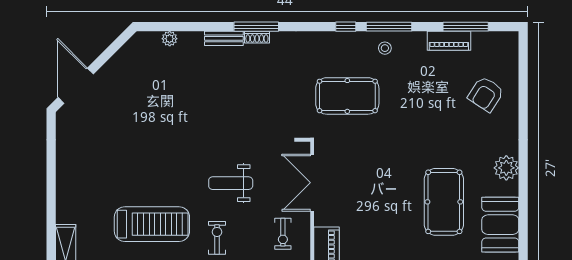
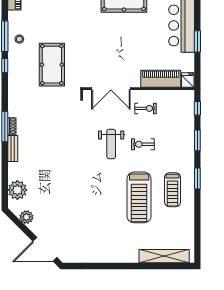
plant: (170, 39) -> (17, 190), width x1.88, depth x1.88
plant: (123, 59) -> (26, 217), added
treadmill: (152, 224) -> (139, 197), turned 180
exercise bike: (217, 238) -> (143, 144), moved

